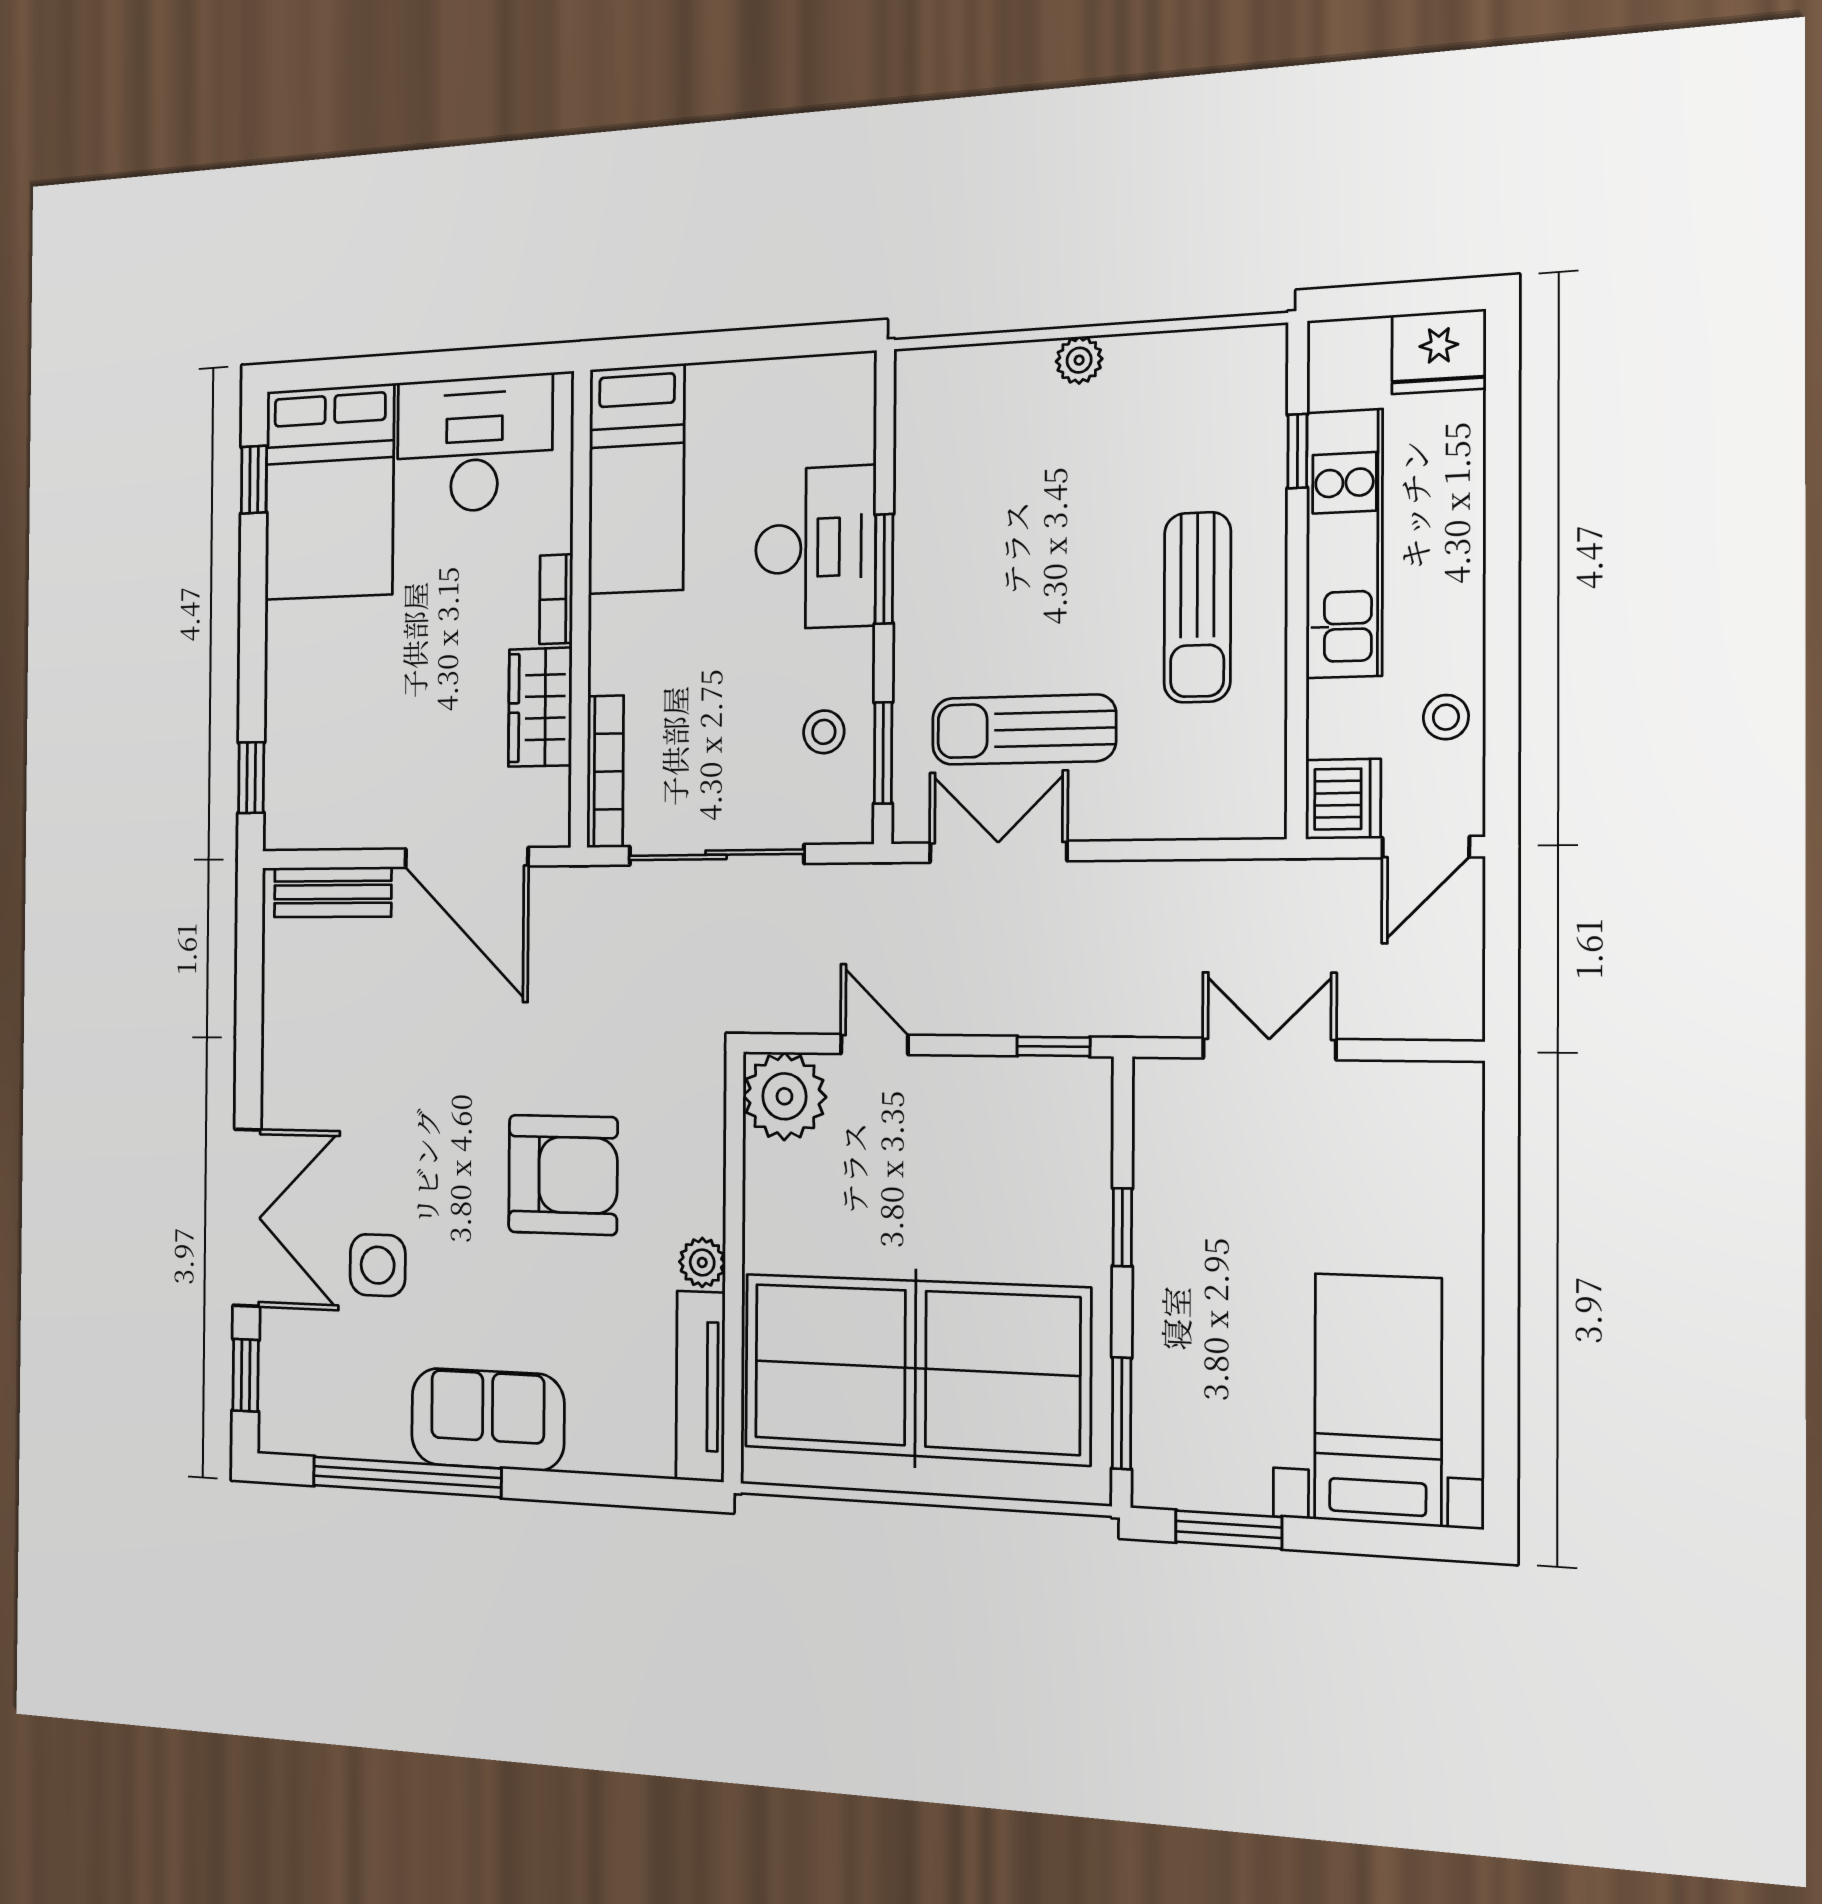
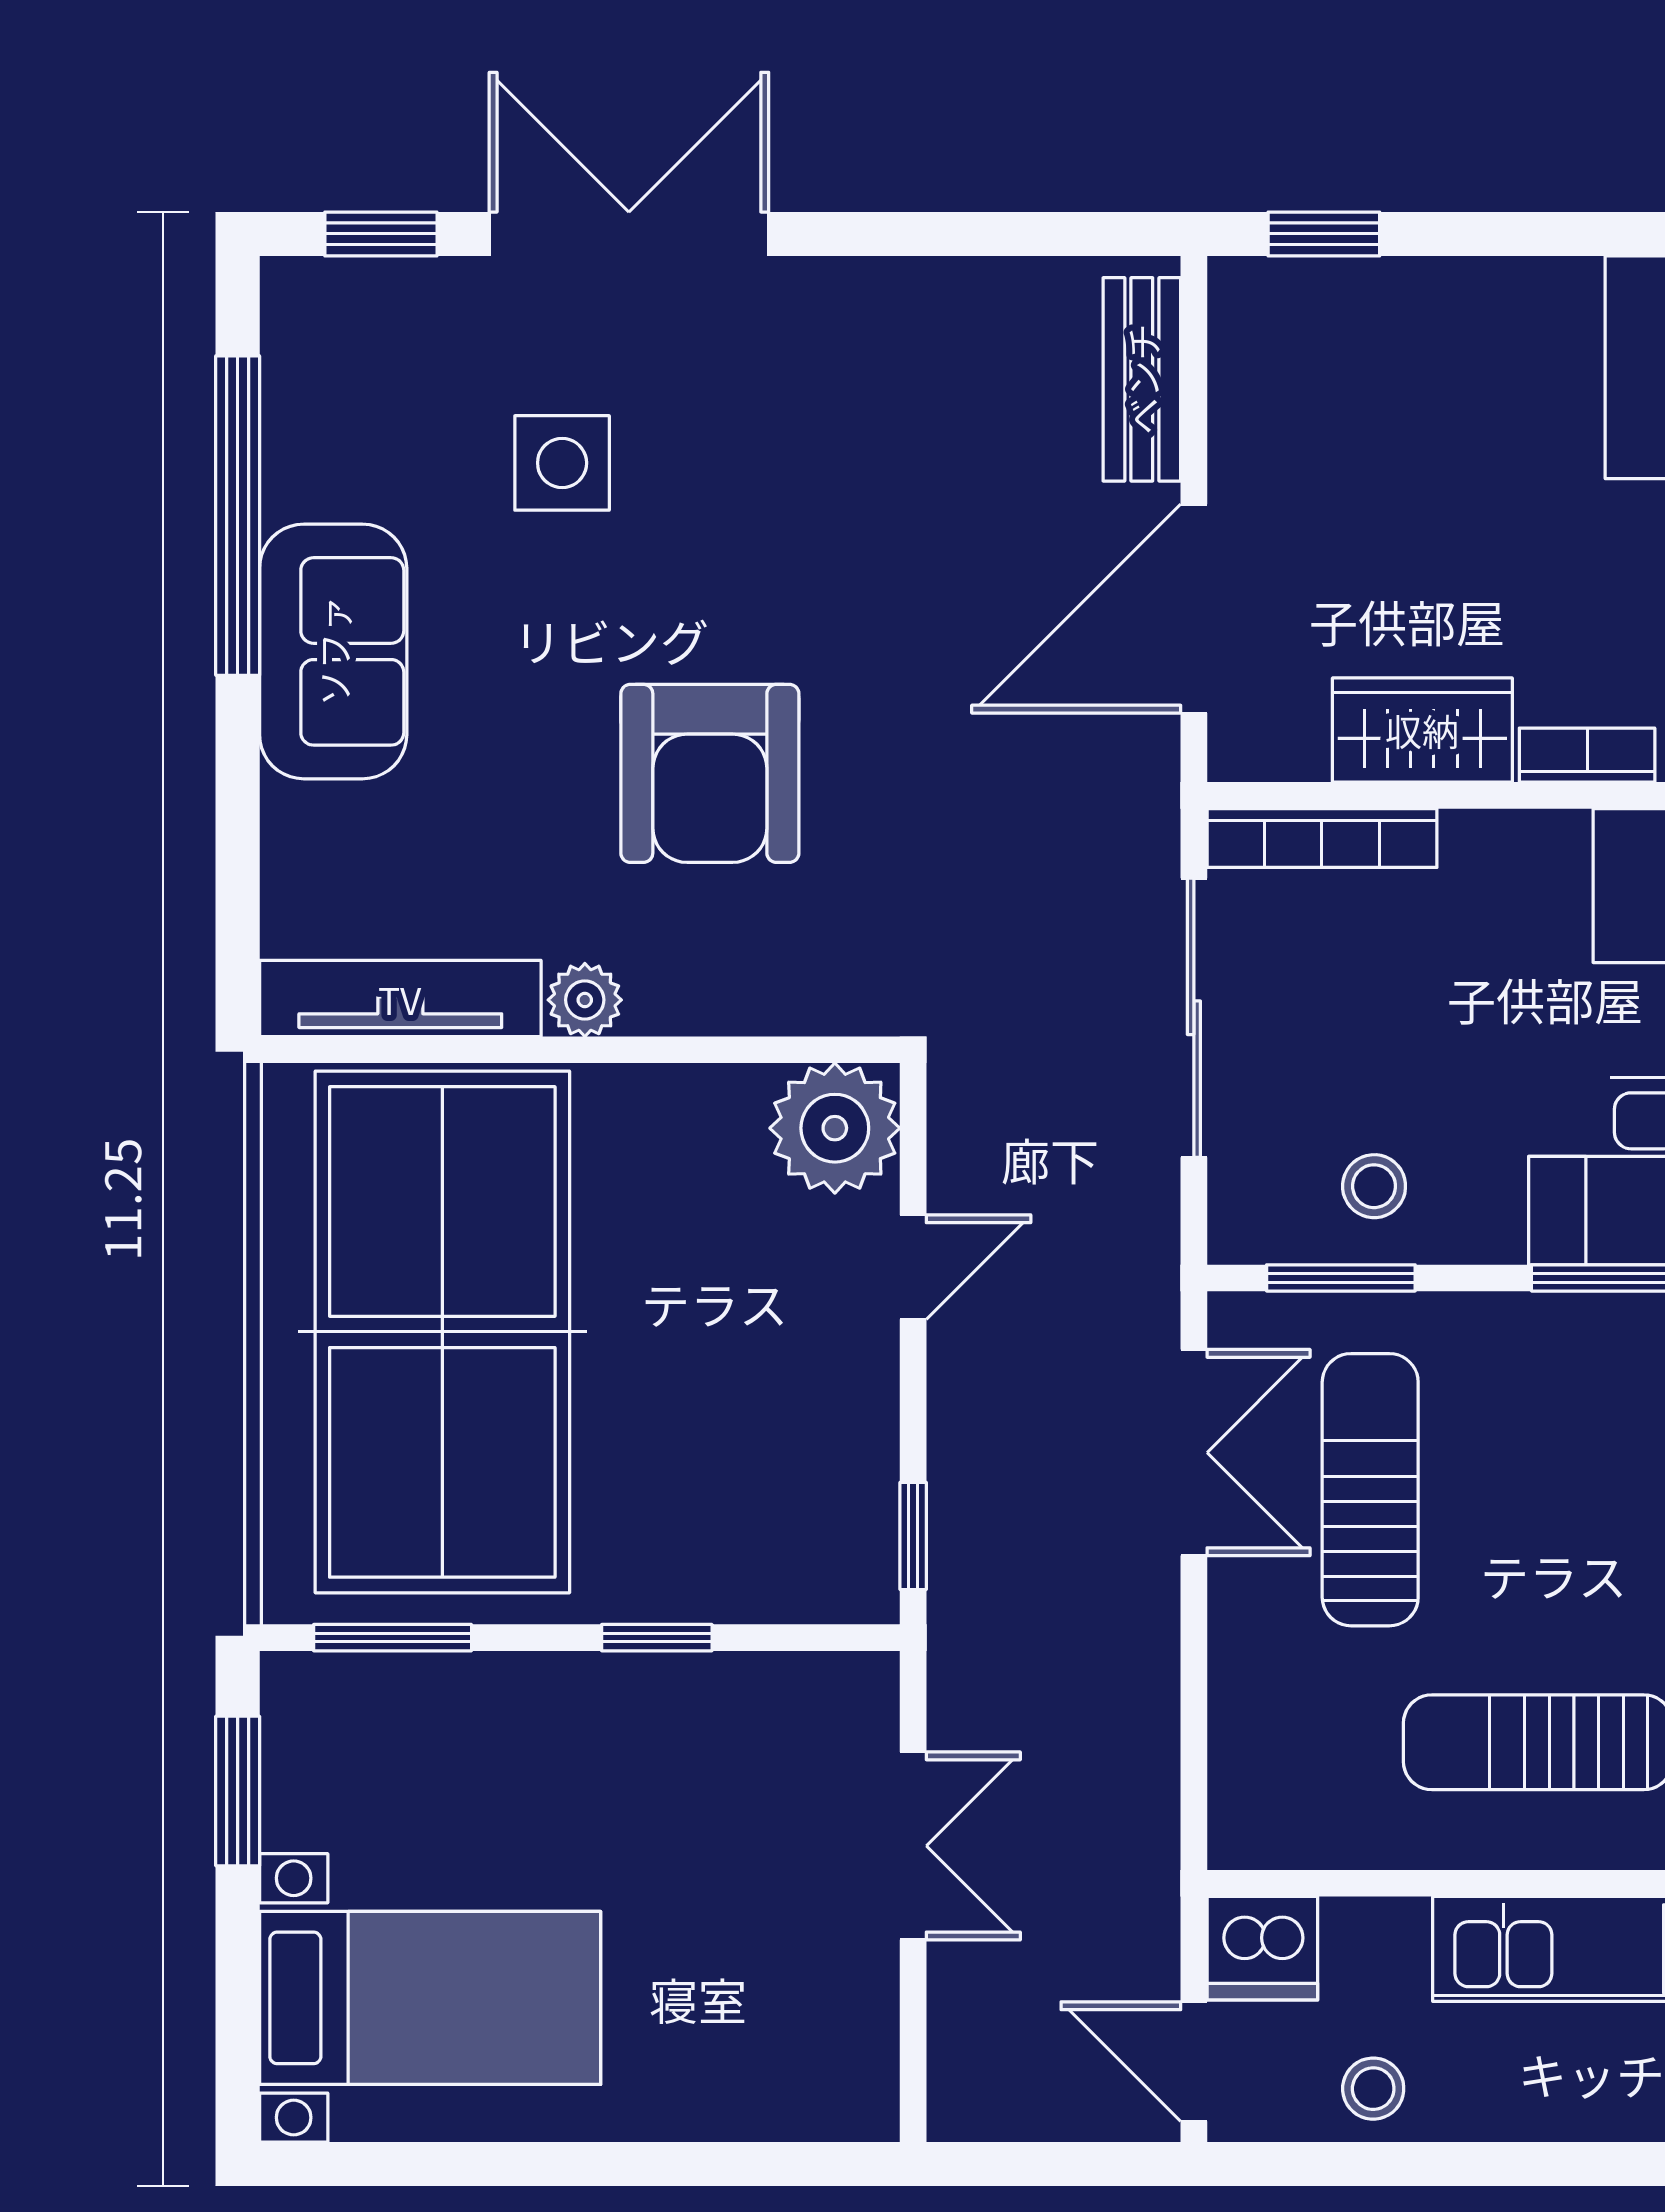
double door: (247, 1218) -> (629, 234), swing flipped

